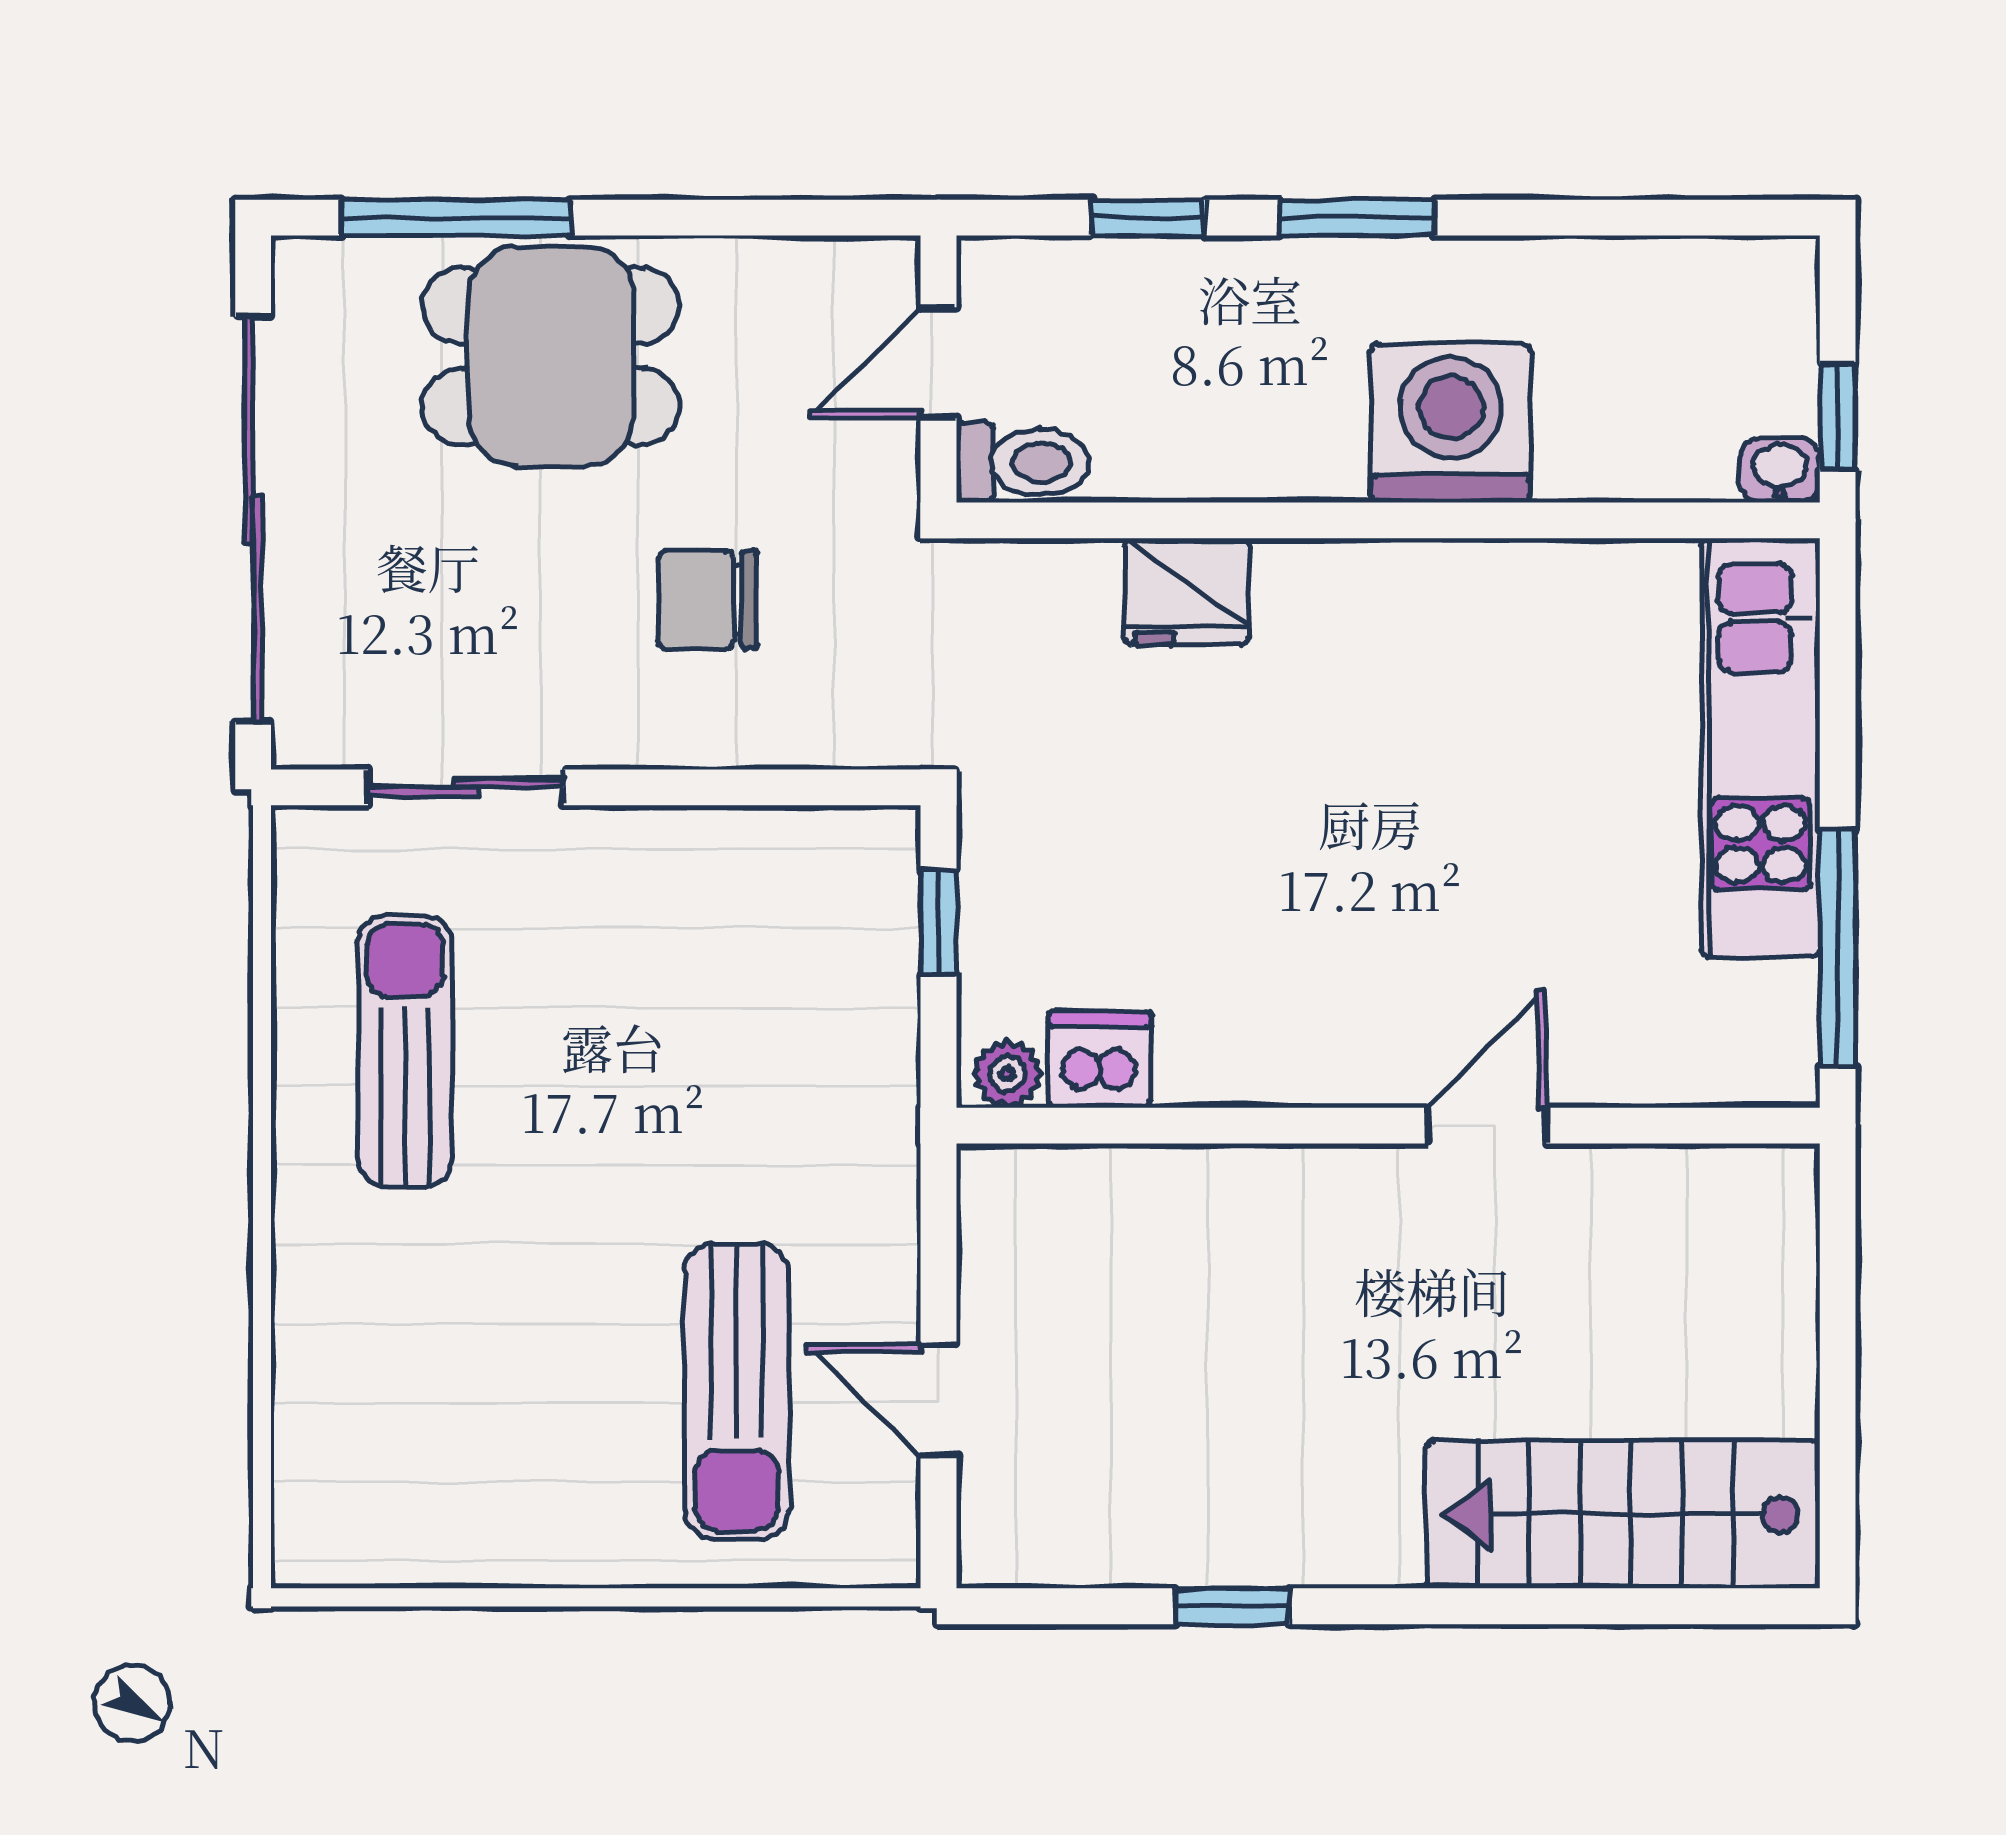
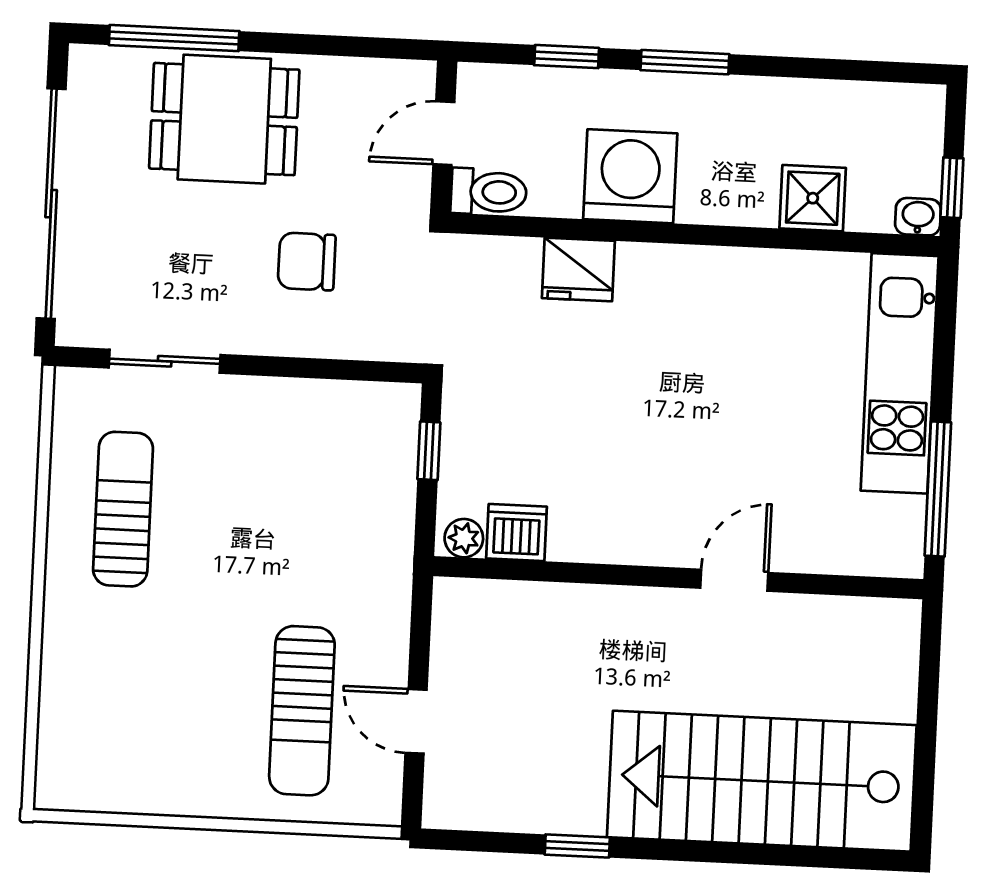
washing machine: (1451, 423) -> (630, 176), moved
shower: (1593, 446) -> (813, 198), added
stairs: (1623, 1514) -> (762, 781), width x1.36, depth x1.51

